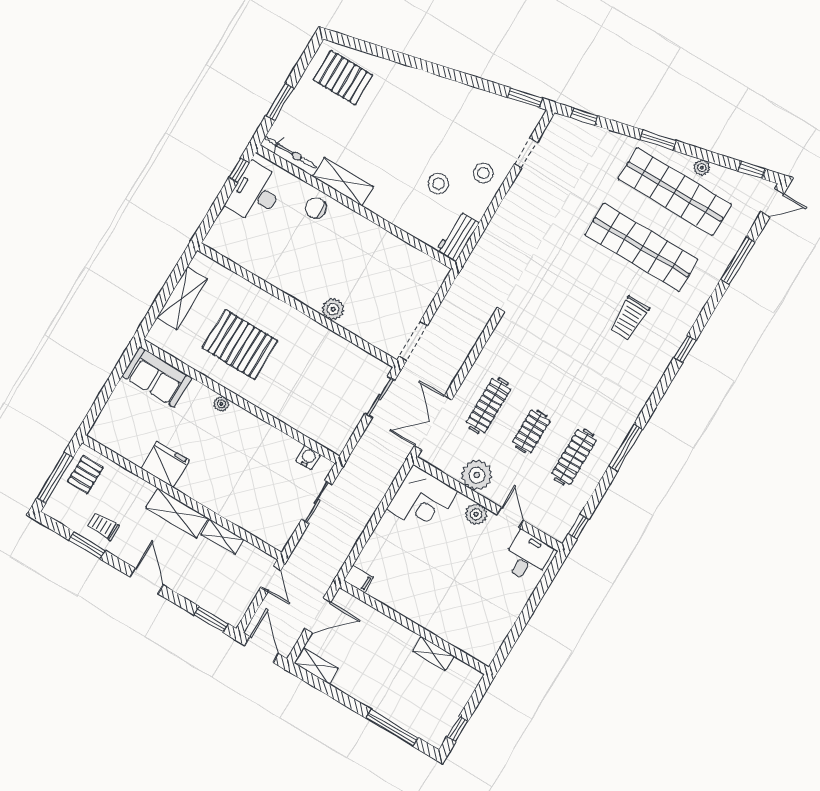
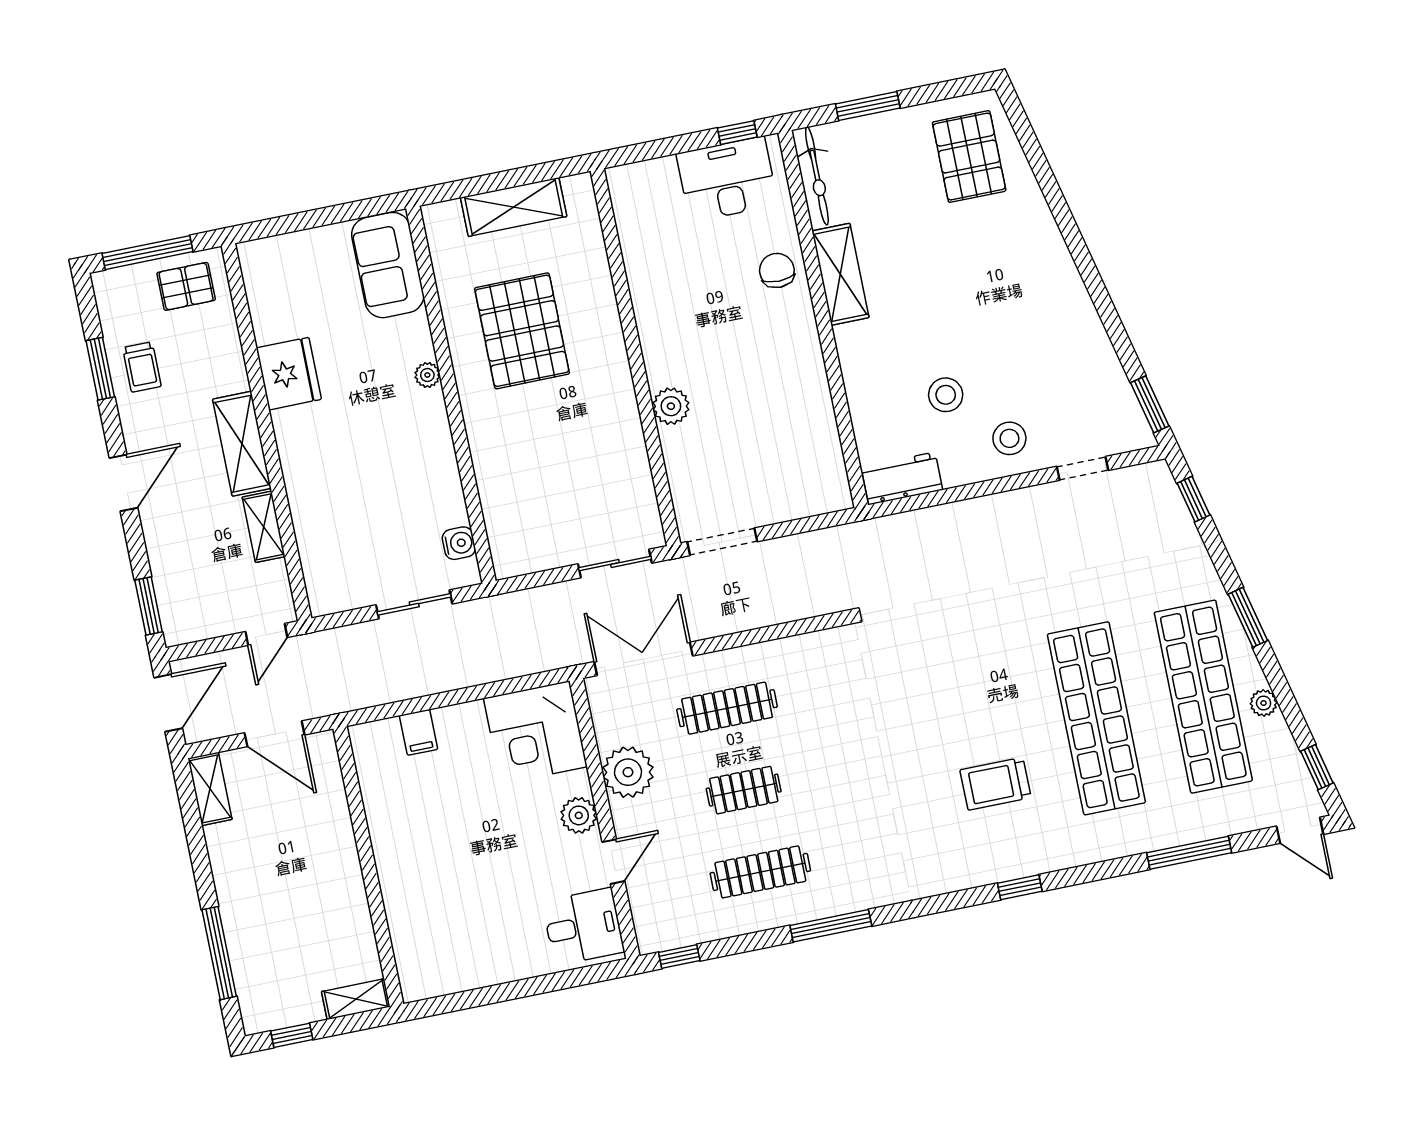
trolley: (103, 526) -> (142, 367), turned 180
filing cabinet: (359, 579) -> (419, 732), moved
shelving: (433, 654) -> (356, 999), moved, turned 90

